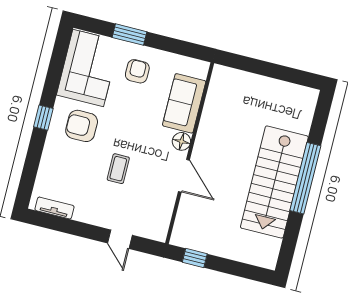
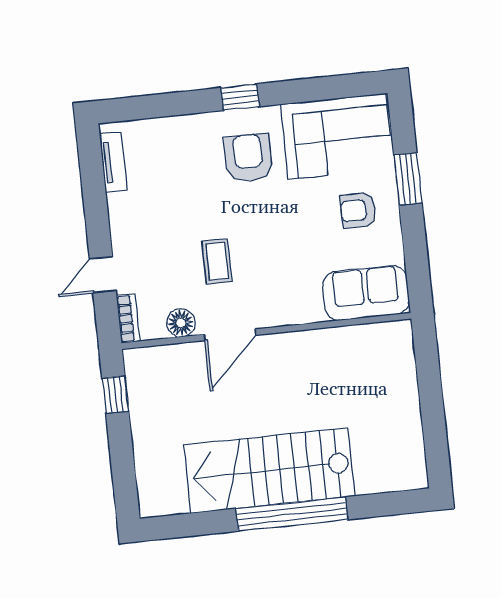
armchair: (137, 71) -> (358, 210), turned 180
sofa: (184, 103) -> (366, 293), moved
floor lamp: (181, 141) -> (181, 323), moved
coffee table: (118, 169) -> (217, 261), moved, turned 90
bookcase: (152, 234) -> (128, 319), added

